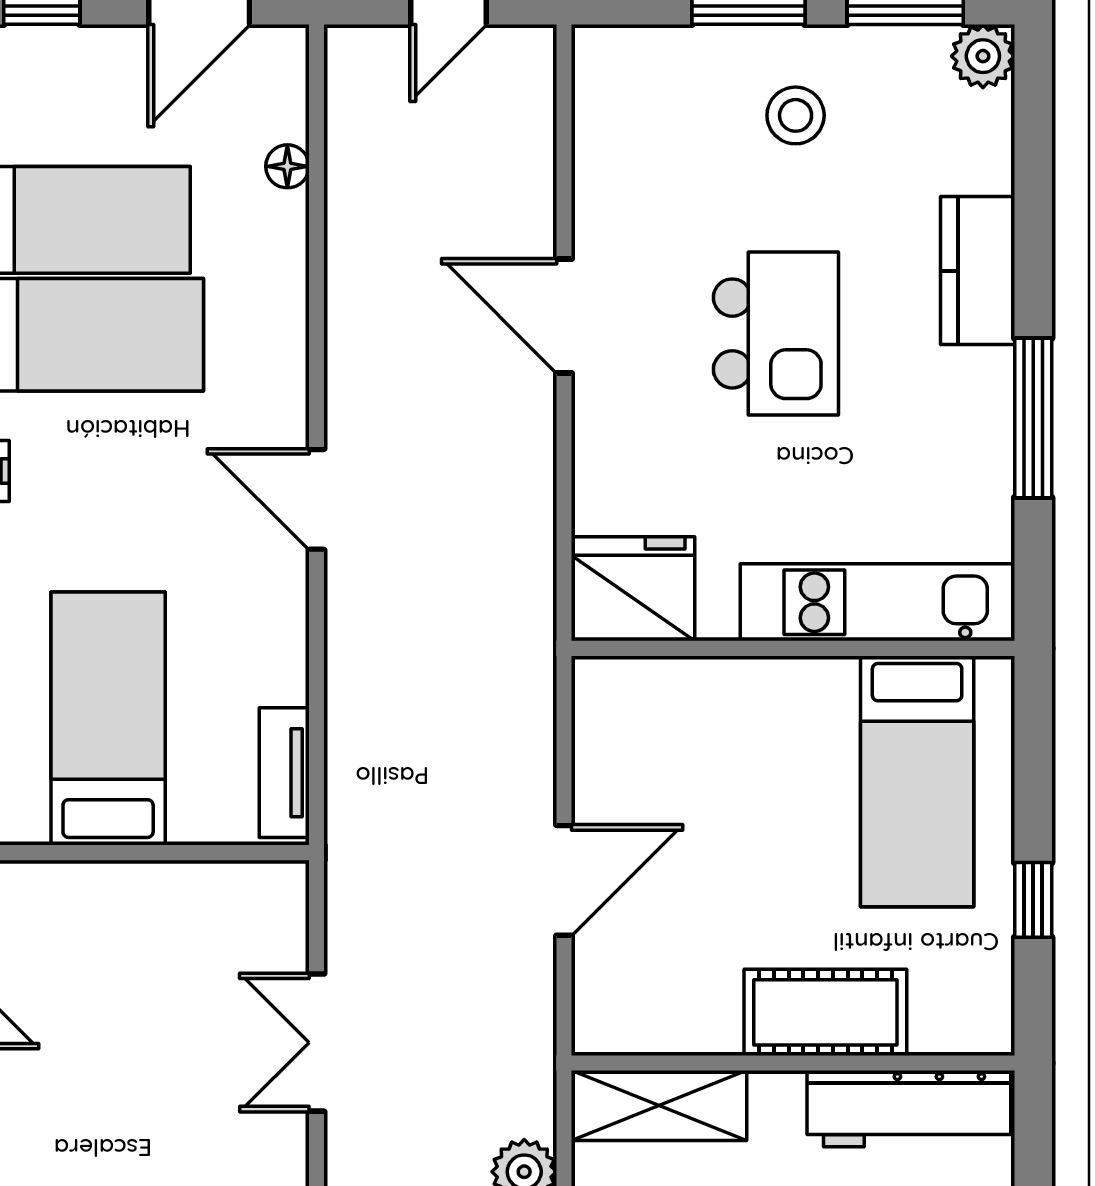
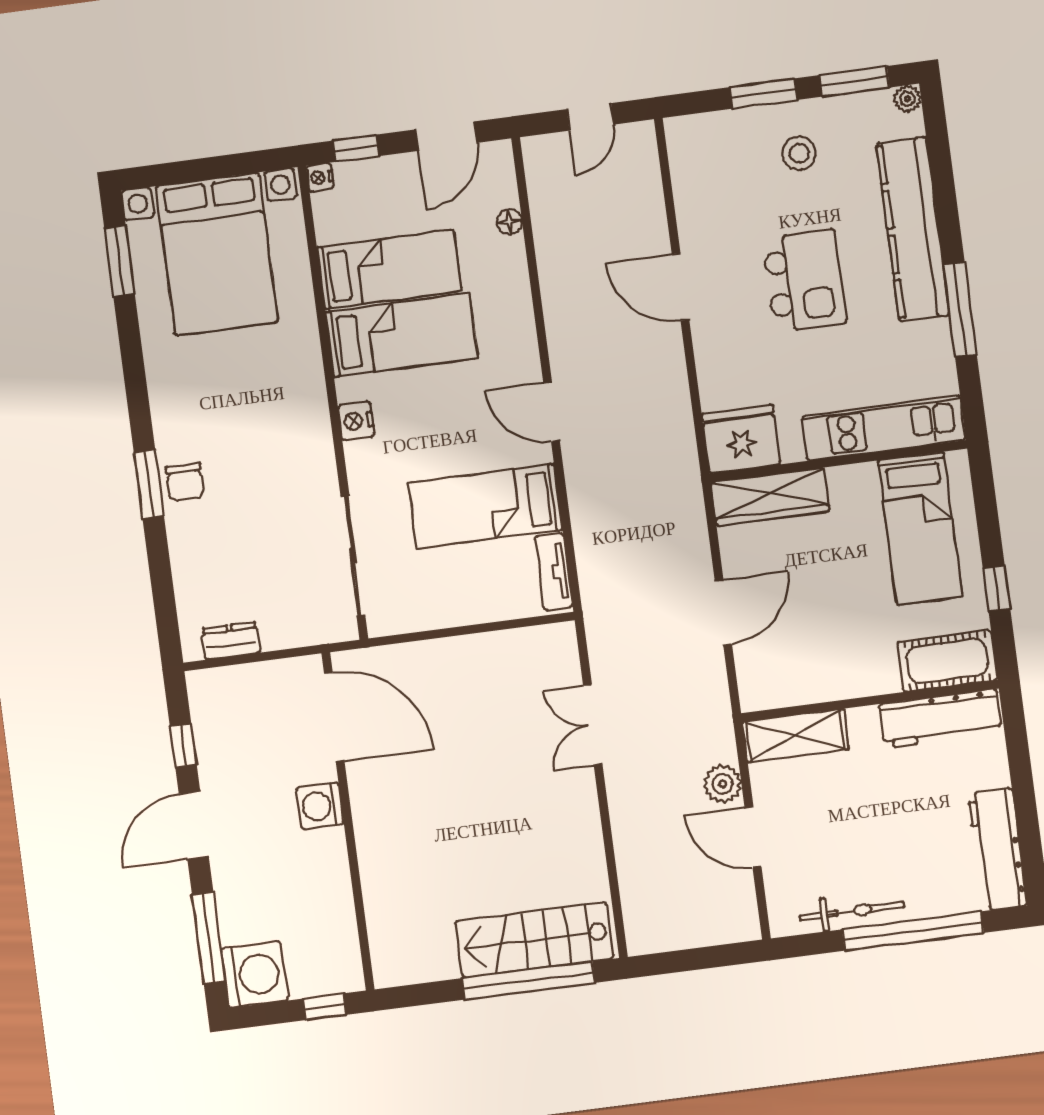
plant: (983, 56) -> (907, 99), width x0.73, depth x0.73
kitchen counter: (978, 271) -> (913, 229), width x2.08, depth x1.17
wardrobe: (669, 694) -> (770, 497), added
bed: (108, 719) -> (485, 506), moved, turned -90
cot: (825, 1012) -> (947, 661), moved

